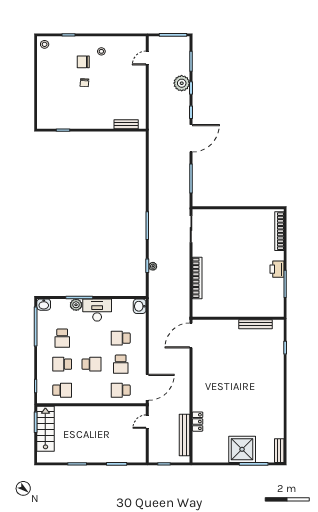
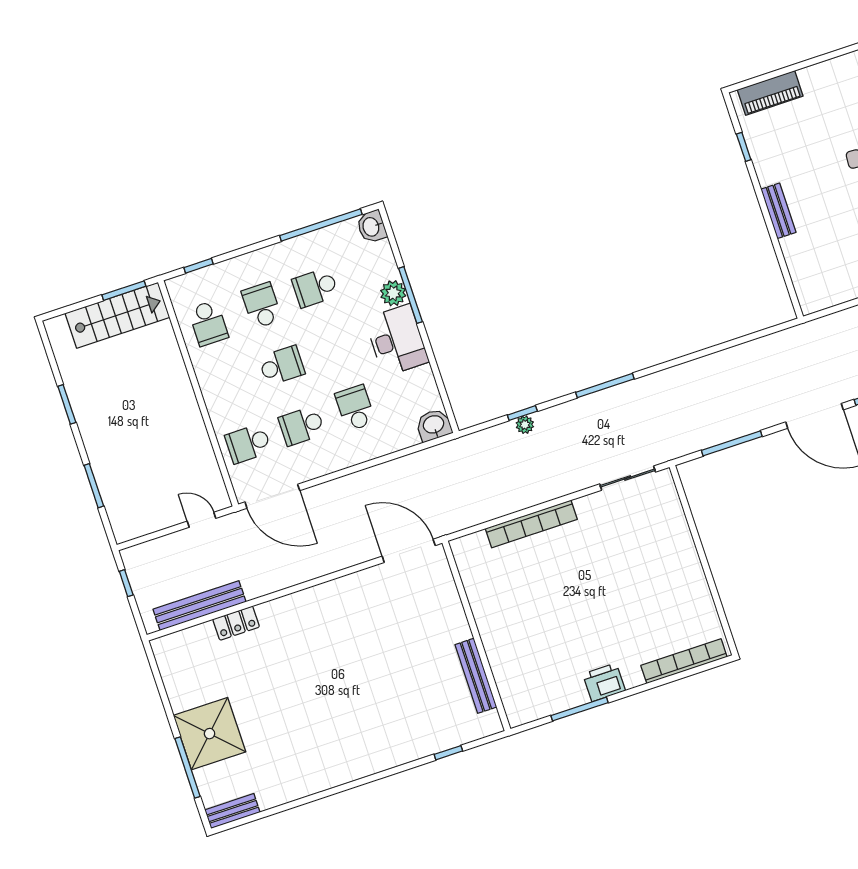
piano: (43, 111) -> (770, 93), added
bench: (126, 124) -> (778, 211), moved
school desk: (91, 364) -> (282, 366), turned -90
school desk: (121, 390) -> (248, 444), turned -90

